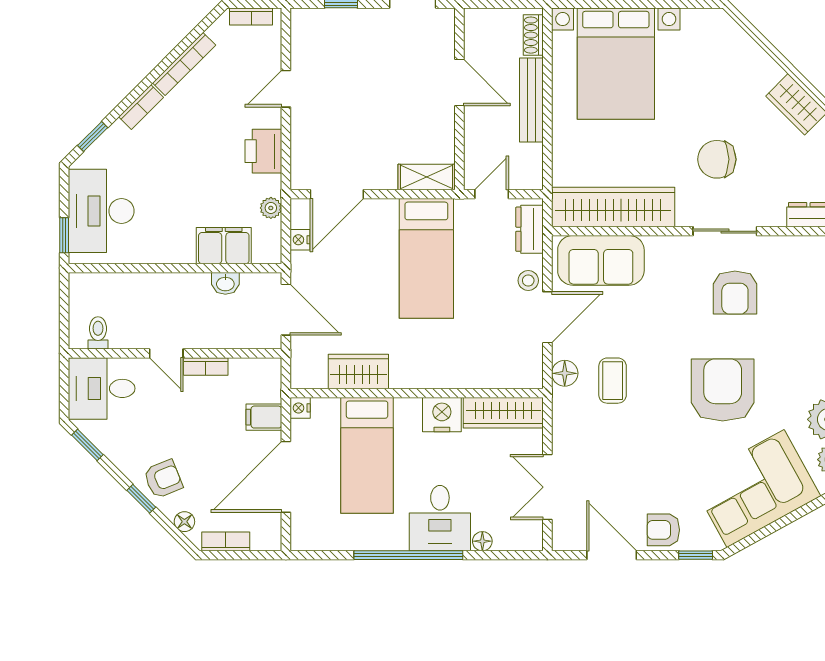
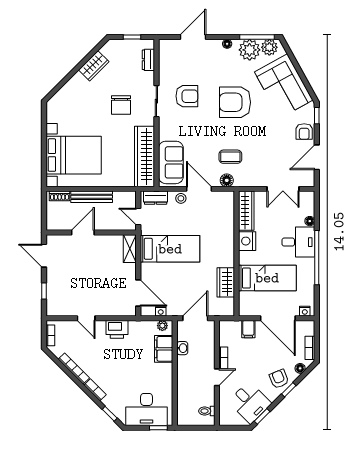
plant: (271, 208) -> (162, 326), moved
desk: (102, 388) -> (250, 402), moved, turned -45
nightstand: (300, 408) -> (305, 311), moved

